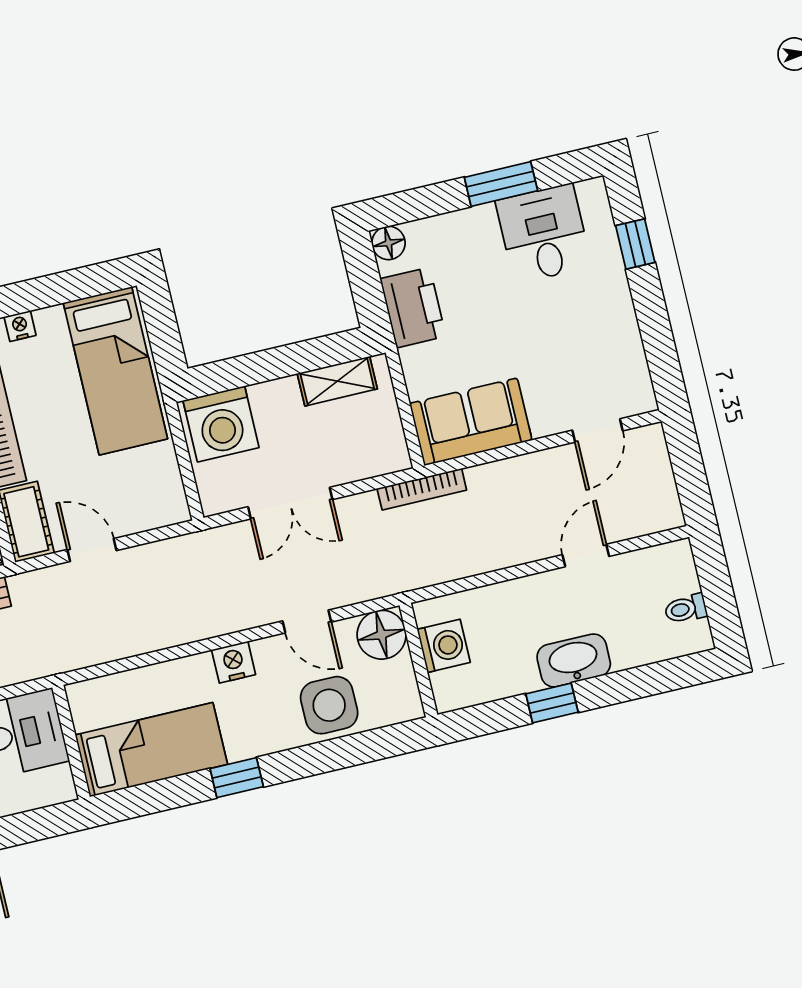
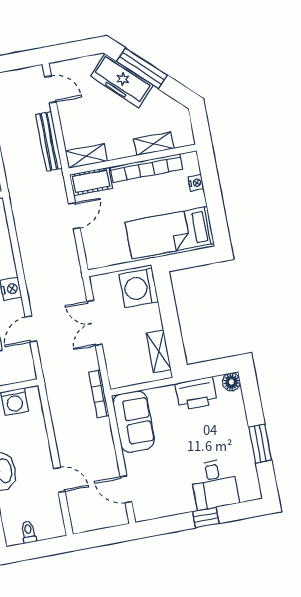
desk: (544, 234) -> (214, 484), moved, turned 90
window: (635, 244) -> (206, 518), moved
floor lamp: (382, 635) -> (22, 369), removed

